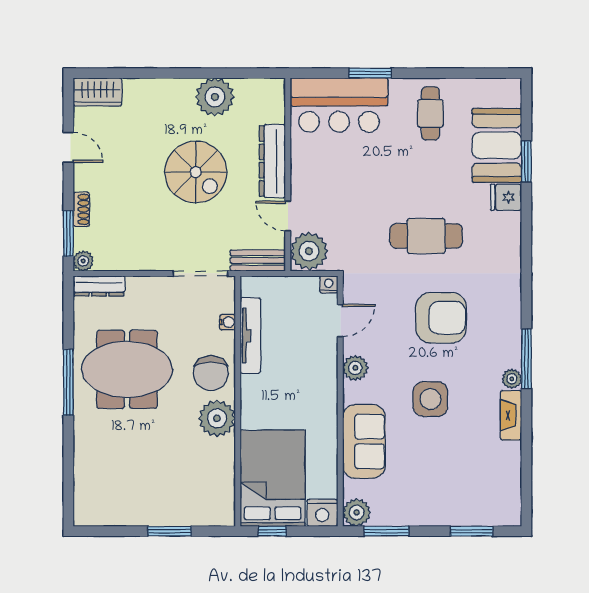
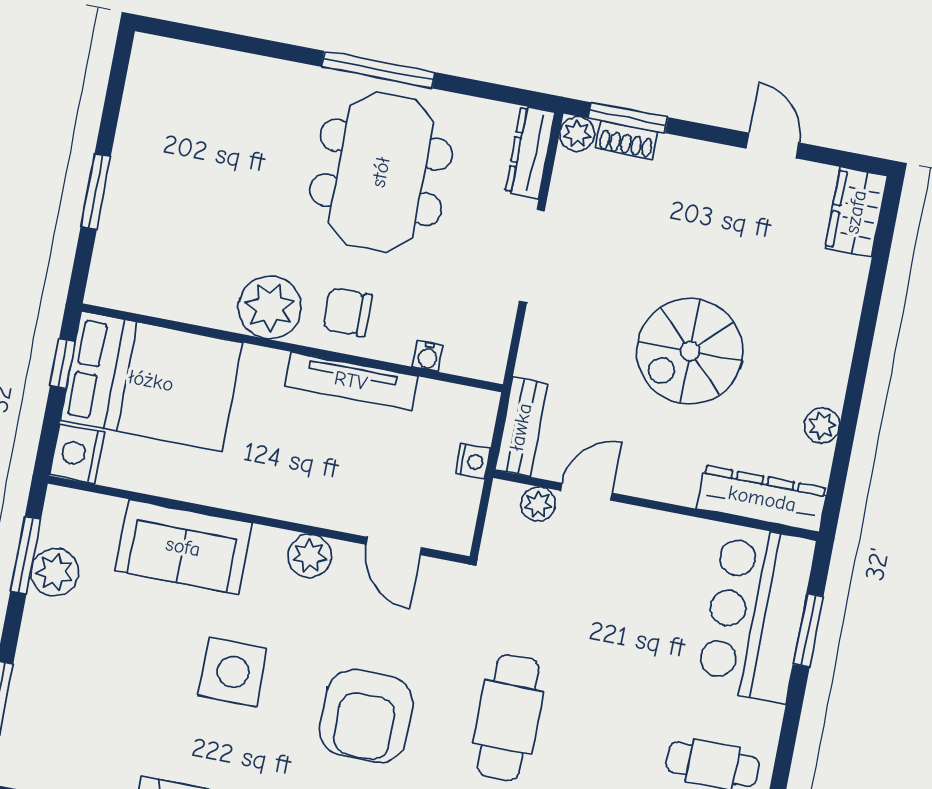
window: (370, 73) -> (809, 630), moved
plant: (215, 97) -> (822, 426), width x0.53, depth x0.53
door: (68, 147) -> (772, 145), swing flipped
dresser: (272, 161) -> (762, 499), moved
shoe rack: (81, 209) -> (626, 140), moved
plant: (309, 251) -> (538, 504), width x0.53, depth x0.53
doorway: (200, 273) -> (532, 256), moved
nightstand: (329, 284) -> (473, 461), moved
tv unit: (250, 335) -> (351, 381), moved
chair: (211, 373) -> (348, 312), width x0.73, depth x0.73
plant: (357, 512) -> (55, 572), moved

